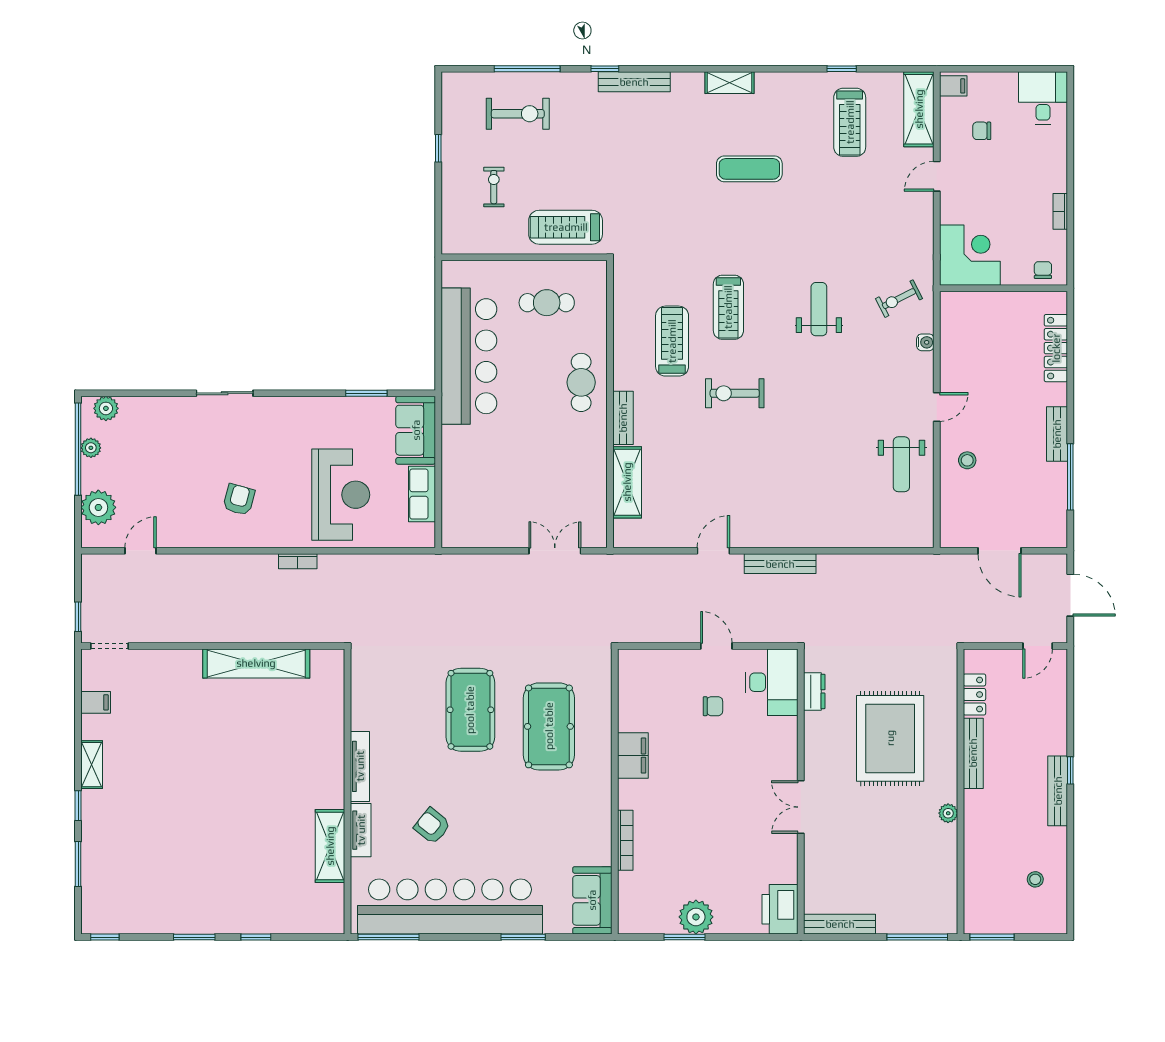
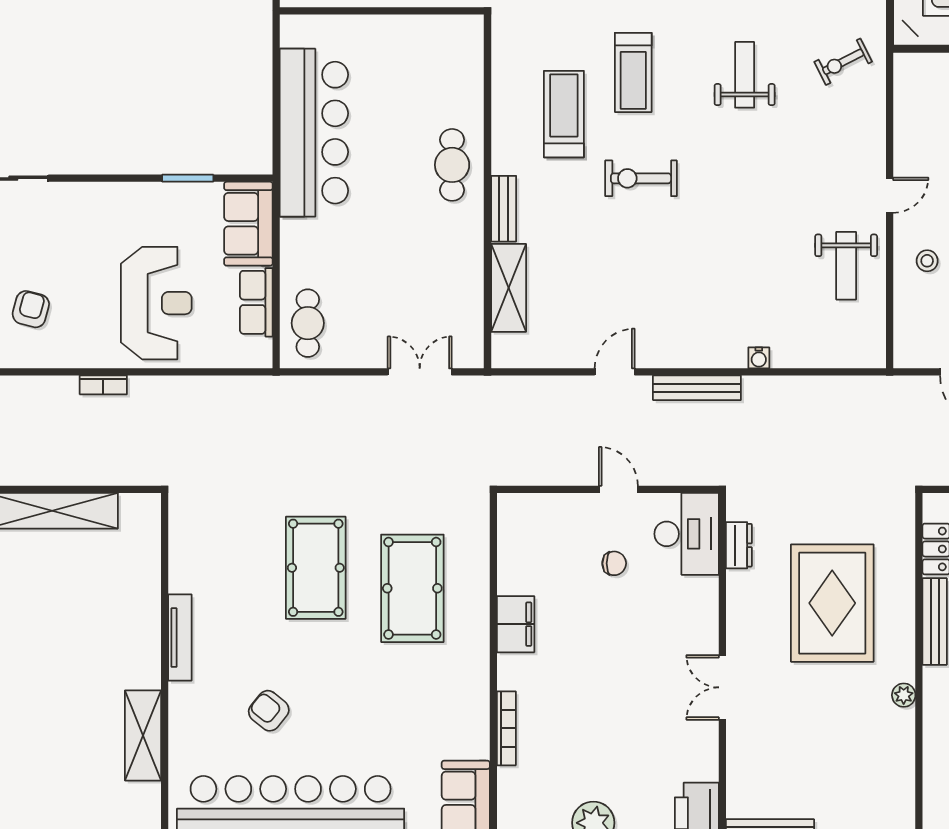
cafe table: (547, 303) -> (308, 323), moved, turned 90
water cooler: (925, 342) -> (759, 358), moved, turned 90
tv unit: (361, 830) -> (181, 716), removed

